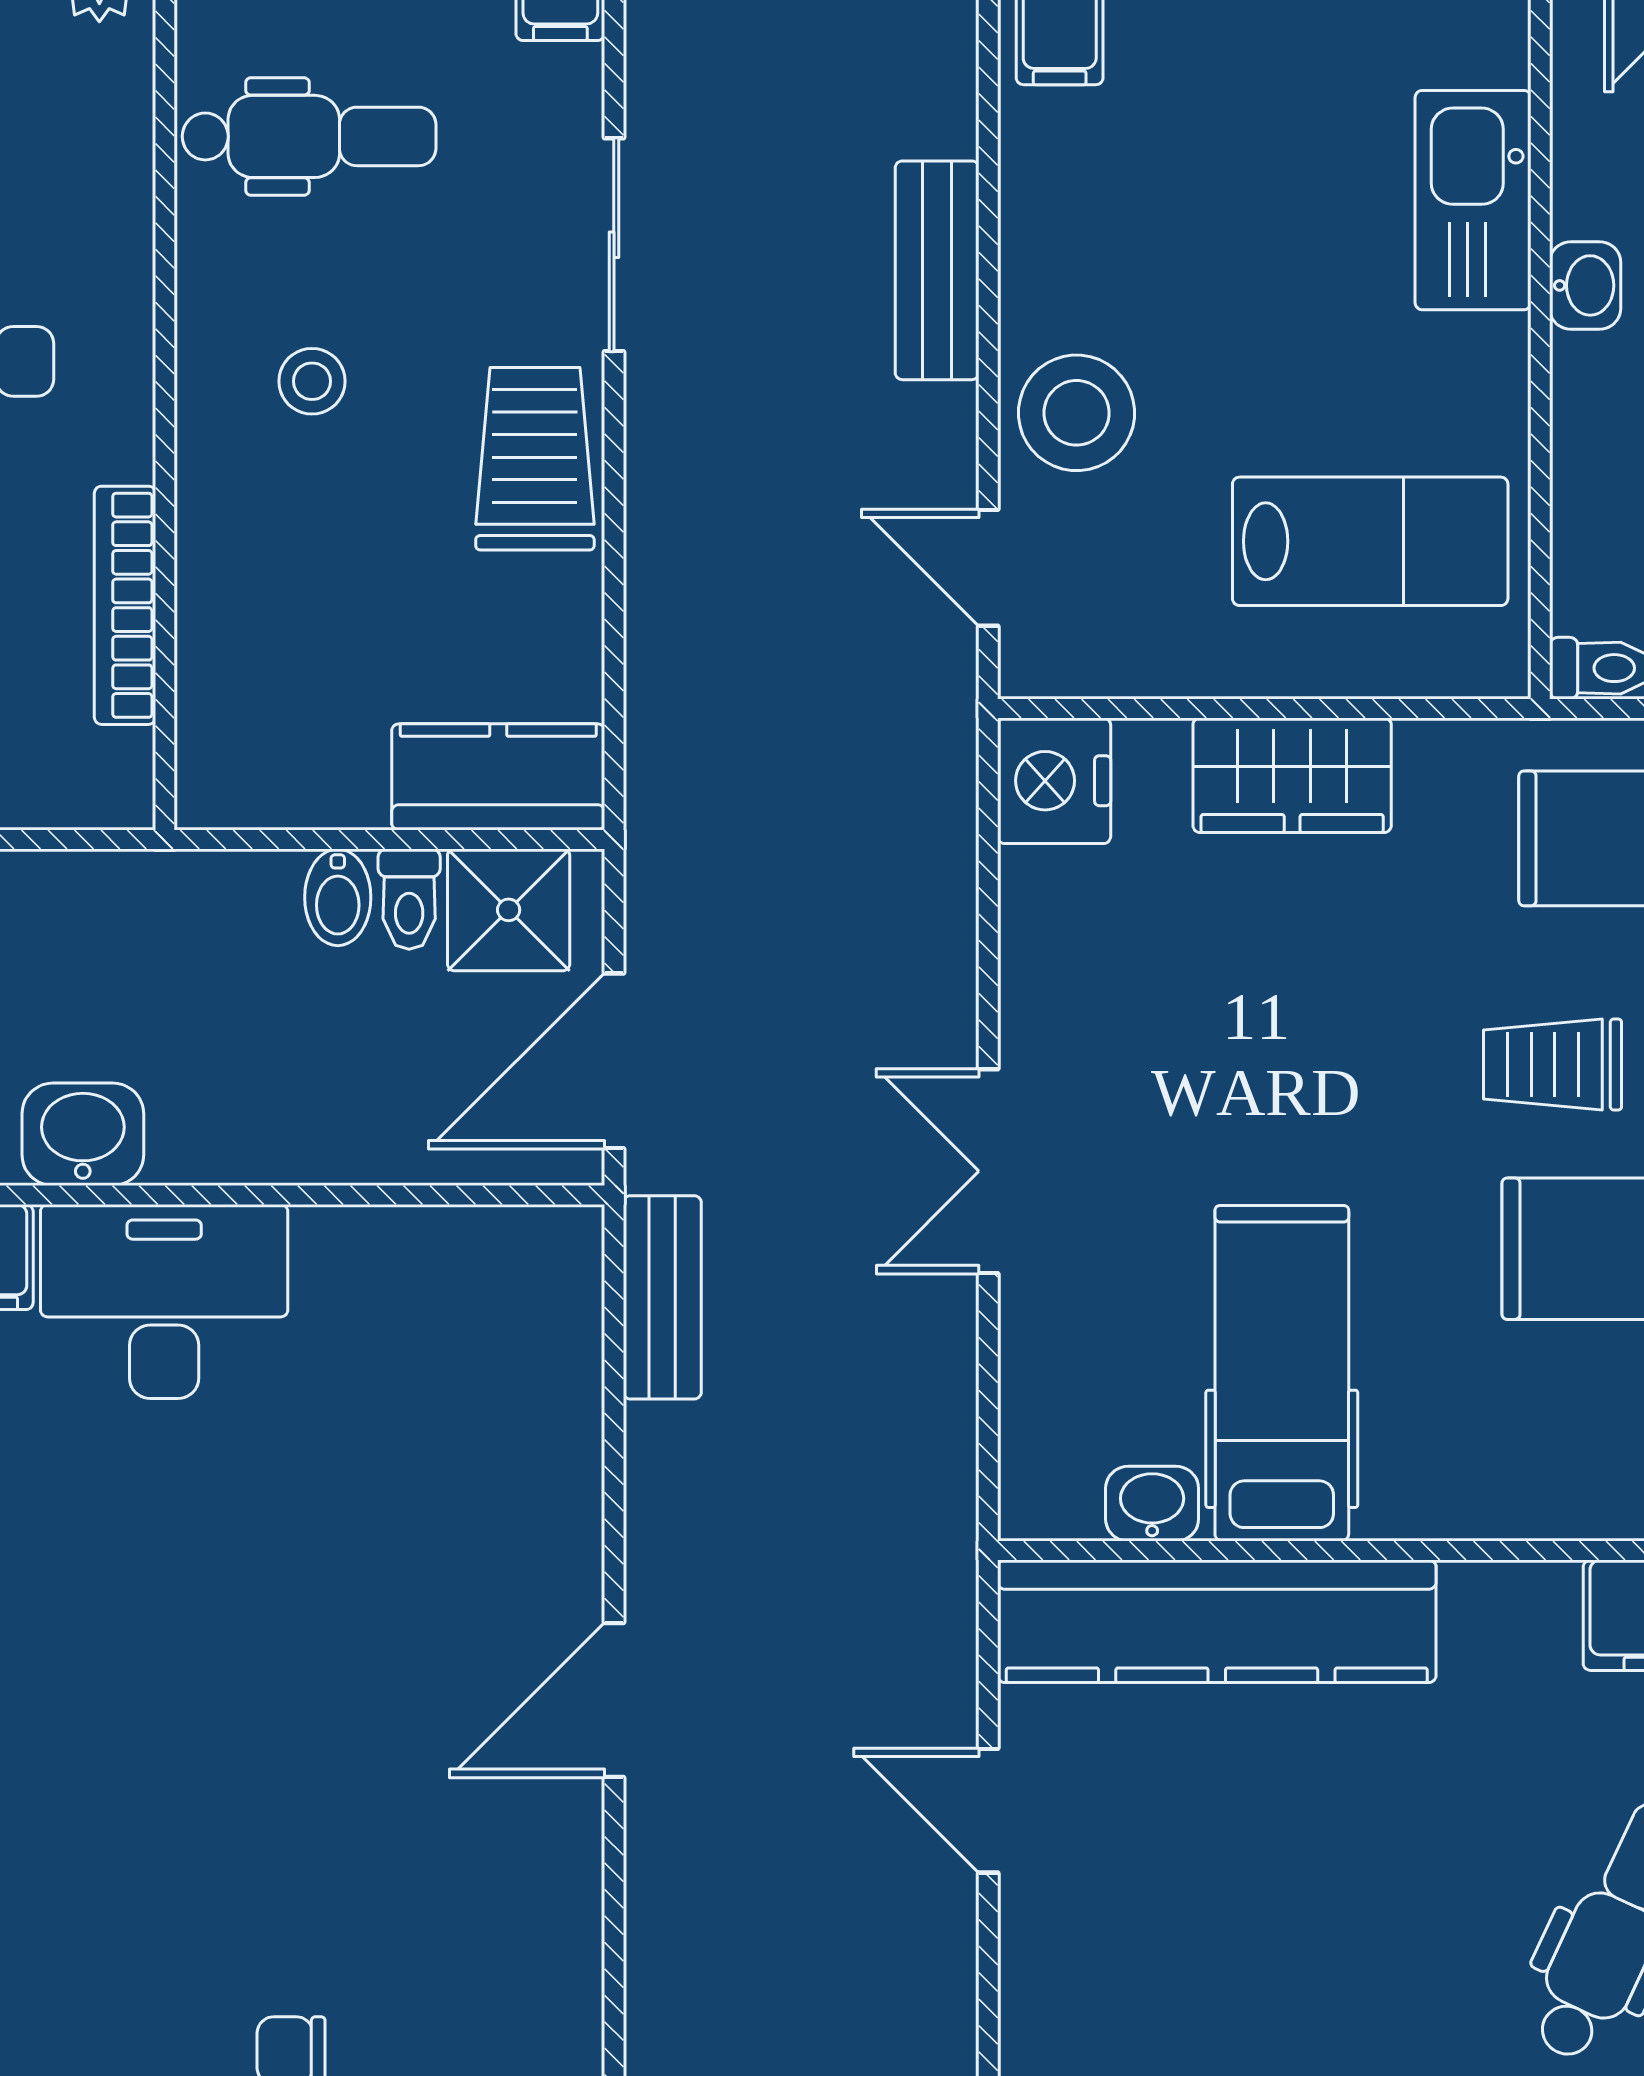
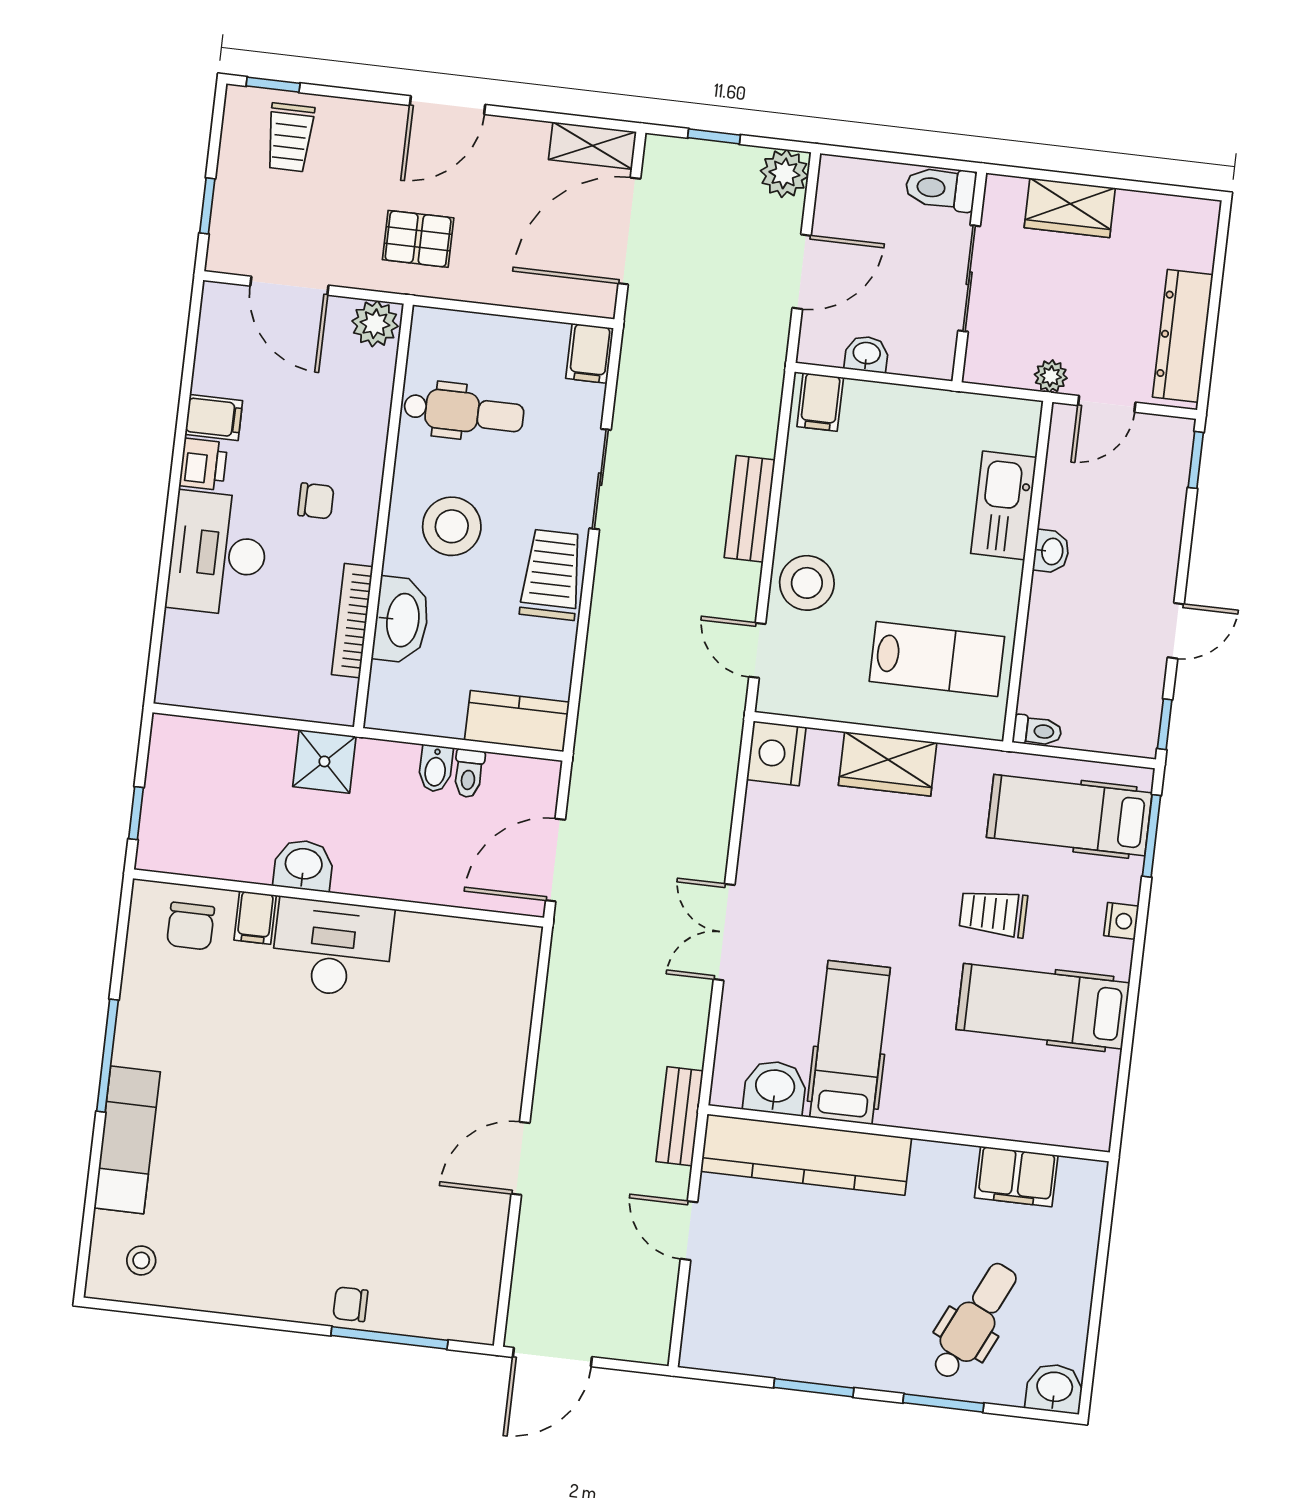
stool: (312, 381) -> (452, 526), width x1.89, depth x1.89
washbasin: (229, 592) -> (401, 620), added
shower: (509, 910) -> (324, 761), moved
bench: (662, 1297) -> (680, 1116), moved
washbasin: (1152, 1504) -> (775, 1087), width x1.38, depth x1.45

